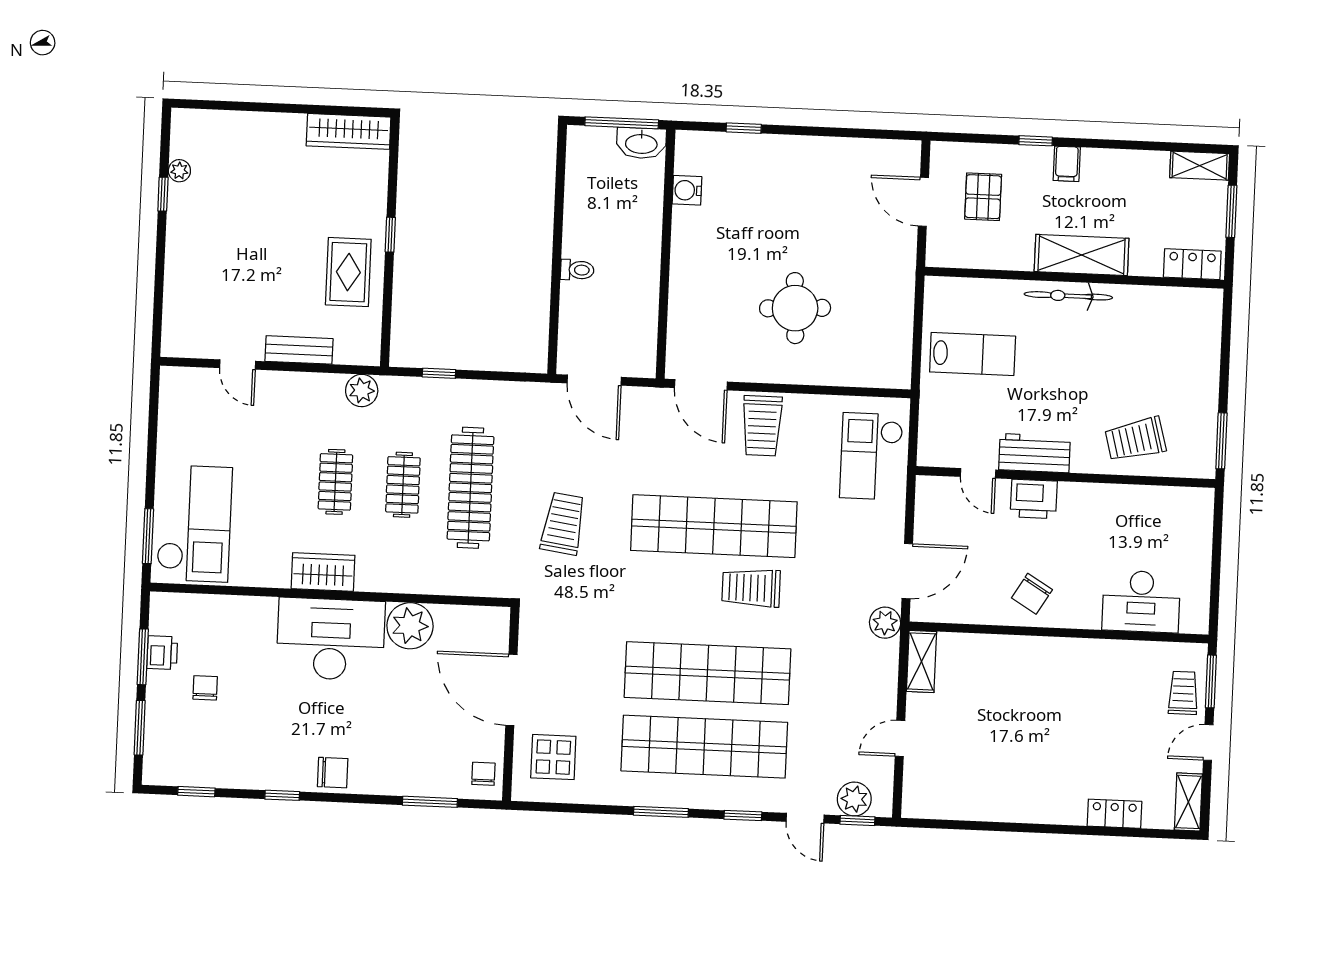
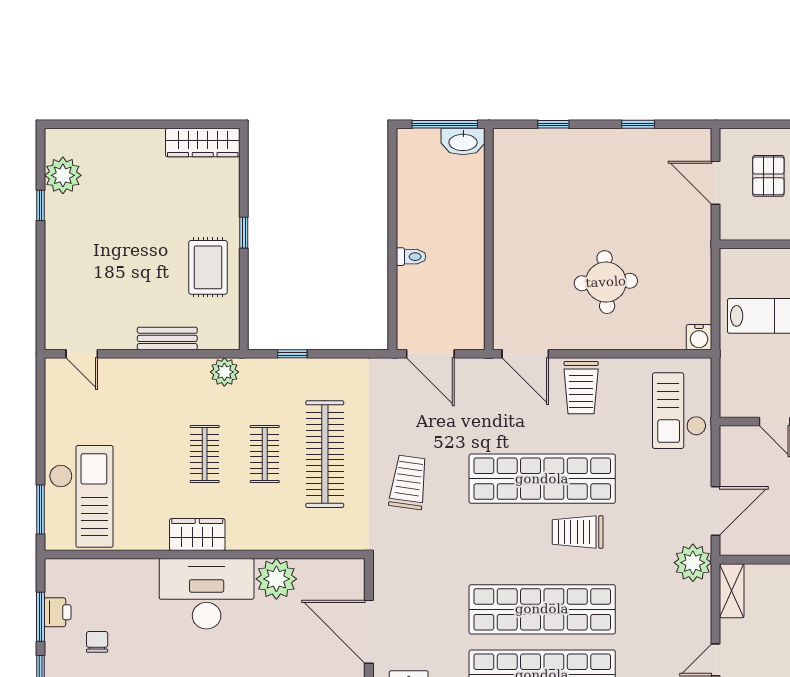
window: (839, 132) -> (638, 124), added
plant: (179, 171) -> (63, 175), width x1.88, depth x1.88
water cooler: (687, 190) -> (699, 337), moved, turned -90
door: (238, 365) -> (82, 354), moved
plant: (885, 623) -> (693, 563), width x1.36, depth x1.36

